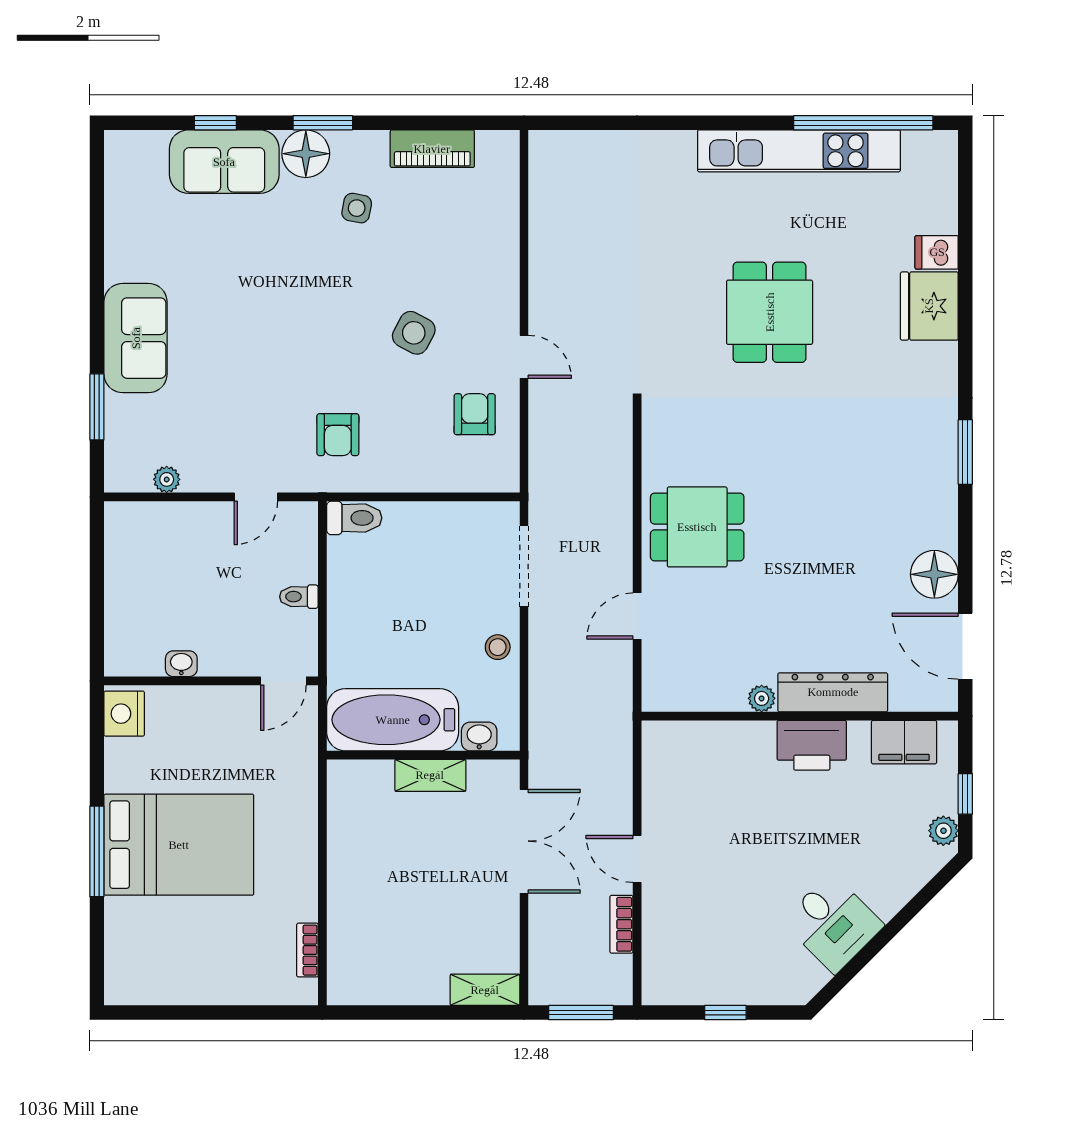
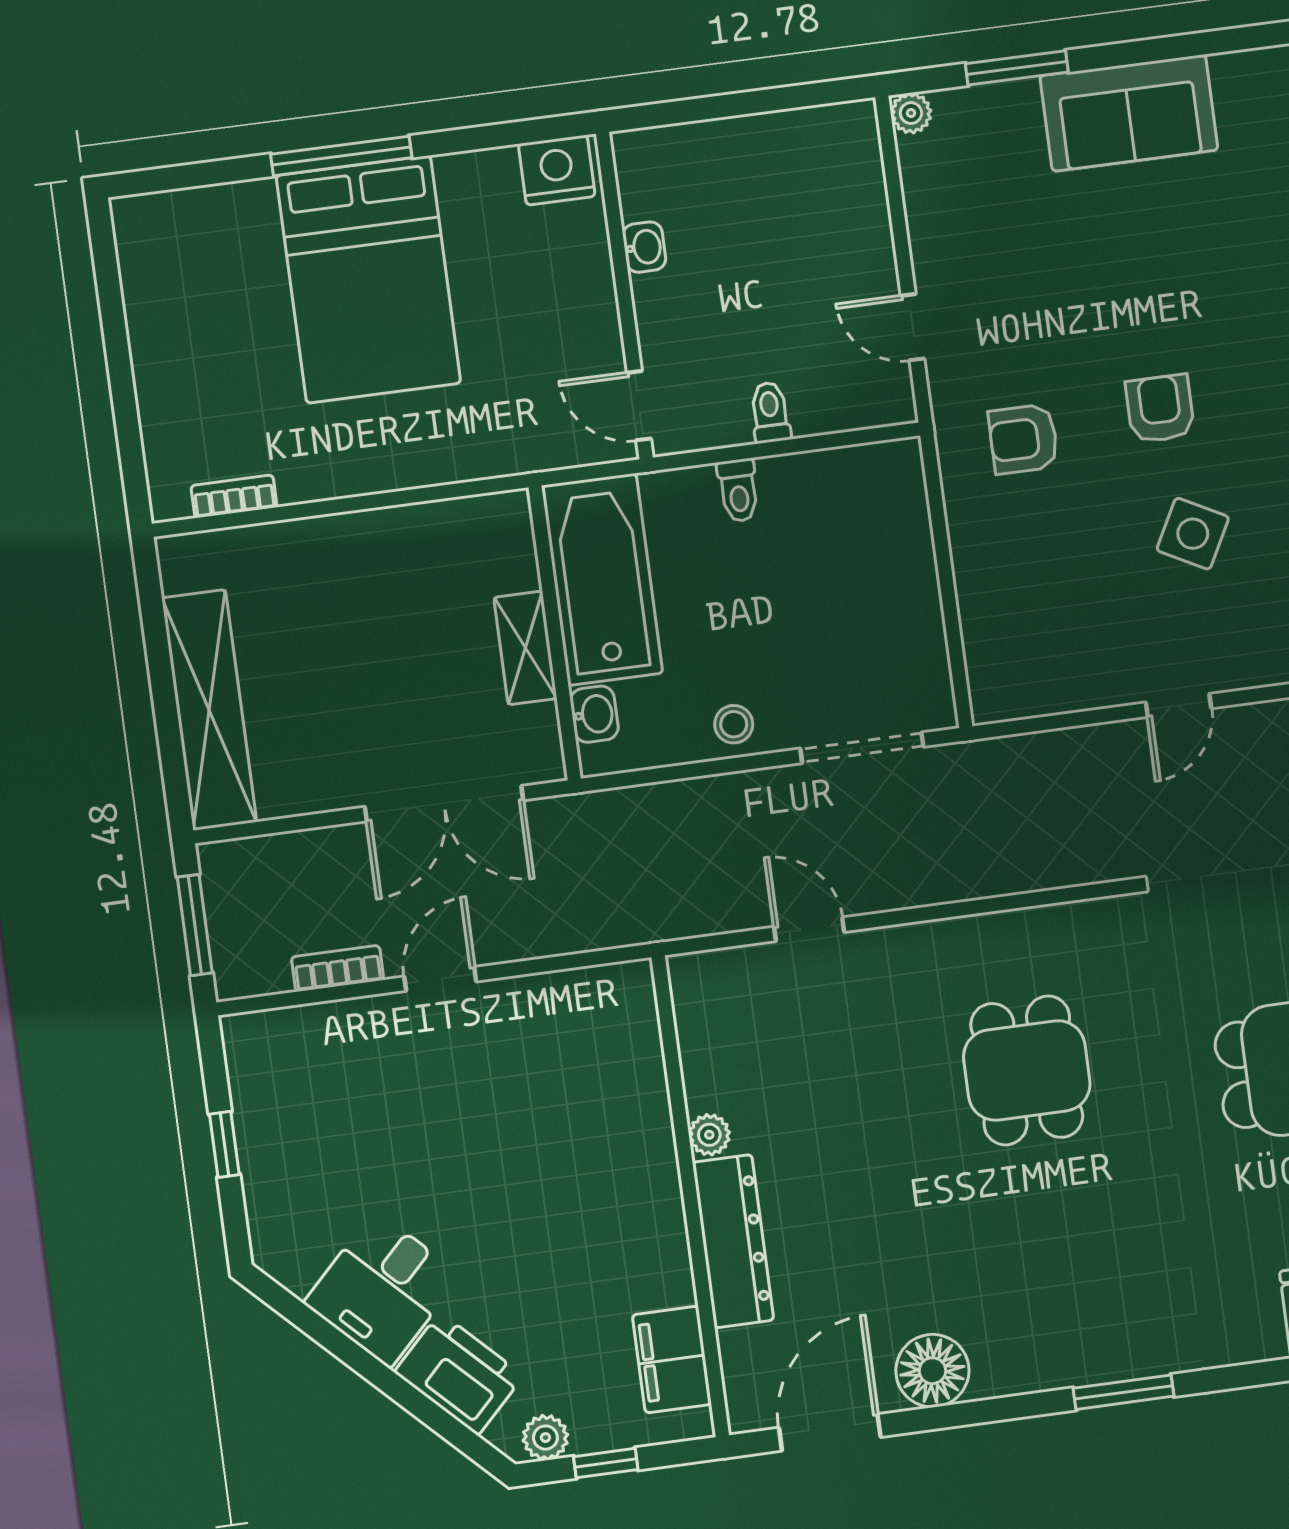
armchair: (475, 414) -> (1160, 409), moved, turned -90
plant: (167, 479) -> (911, 113), moved
toilet: (354, 518) -> (738, 490), moved, width x0.73, depth x0.72
dining table: (697, 527) -> (1027, 1070), moved
printer: (812, 745) -> (459, 1374), moved, turned 135
shelving: (485, 990) -> (209, 710), width x2.20, depth x1.33

